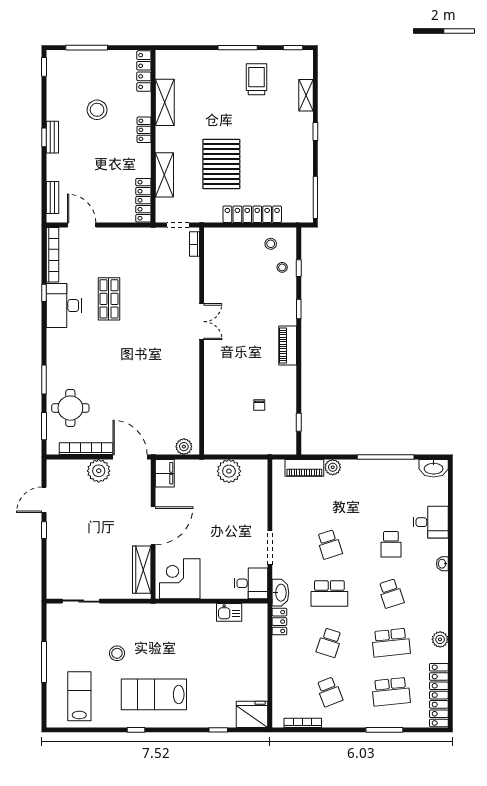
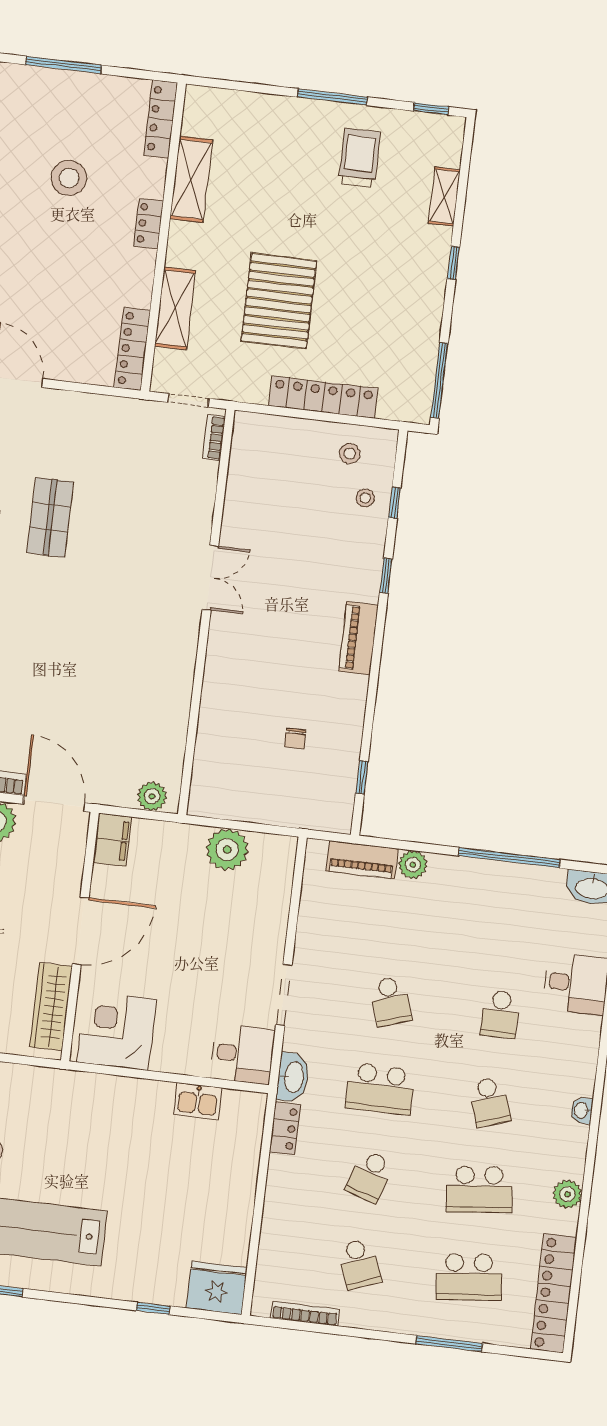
washbasin: (442, 564) -> (582, 1110), moved

